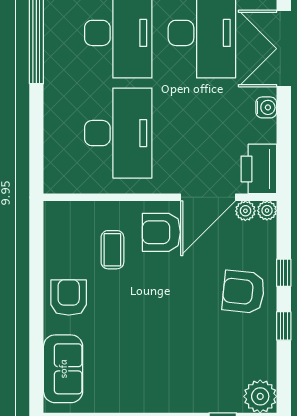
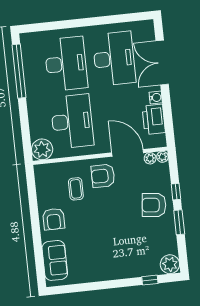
printer: (259, 169) -> (154, 119), moved
plant: (62, 176) -> (42, 149), added
door: (208, 197) -> (128, 153), swing flipped
armchair: (69, 297) -> (54, 219), turned 180
window: (284, 326) -> (179, 222), width x1.50

